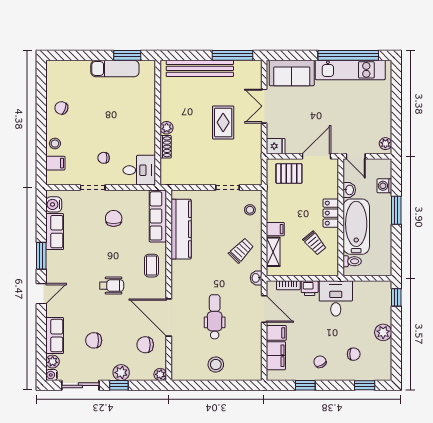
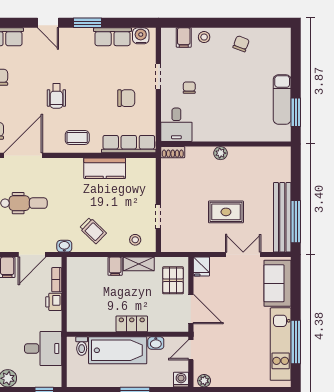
window: (348, 55) -> (296, 342), width x0.68
bench: (200, 68) -> (282, 217), moved
shoe rack: (166, 147) -> (173, 152), moved
washing machine: (384, 186) -> (181, 380), moved
kitchen counter: (181, 229) -> (105, 168), width x0.67
trolley: (315, 243) -> (101, 307), removed
shelving: (273, 252) -> (139, 264), moved
desk: (336, 298) -> (43, 348), moved

